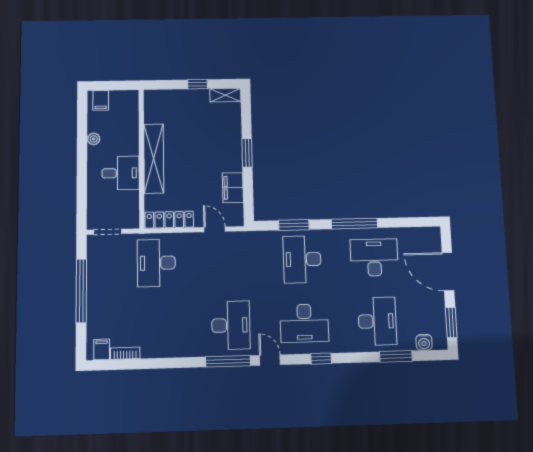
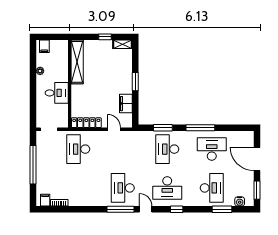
shelving: (154, 159) -> (77, 62), moved
desk: (231, 325) -> (123, 188), turned 180

